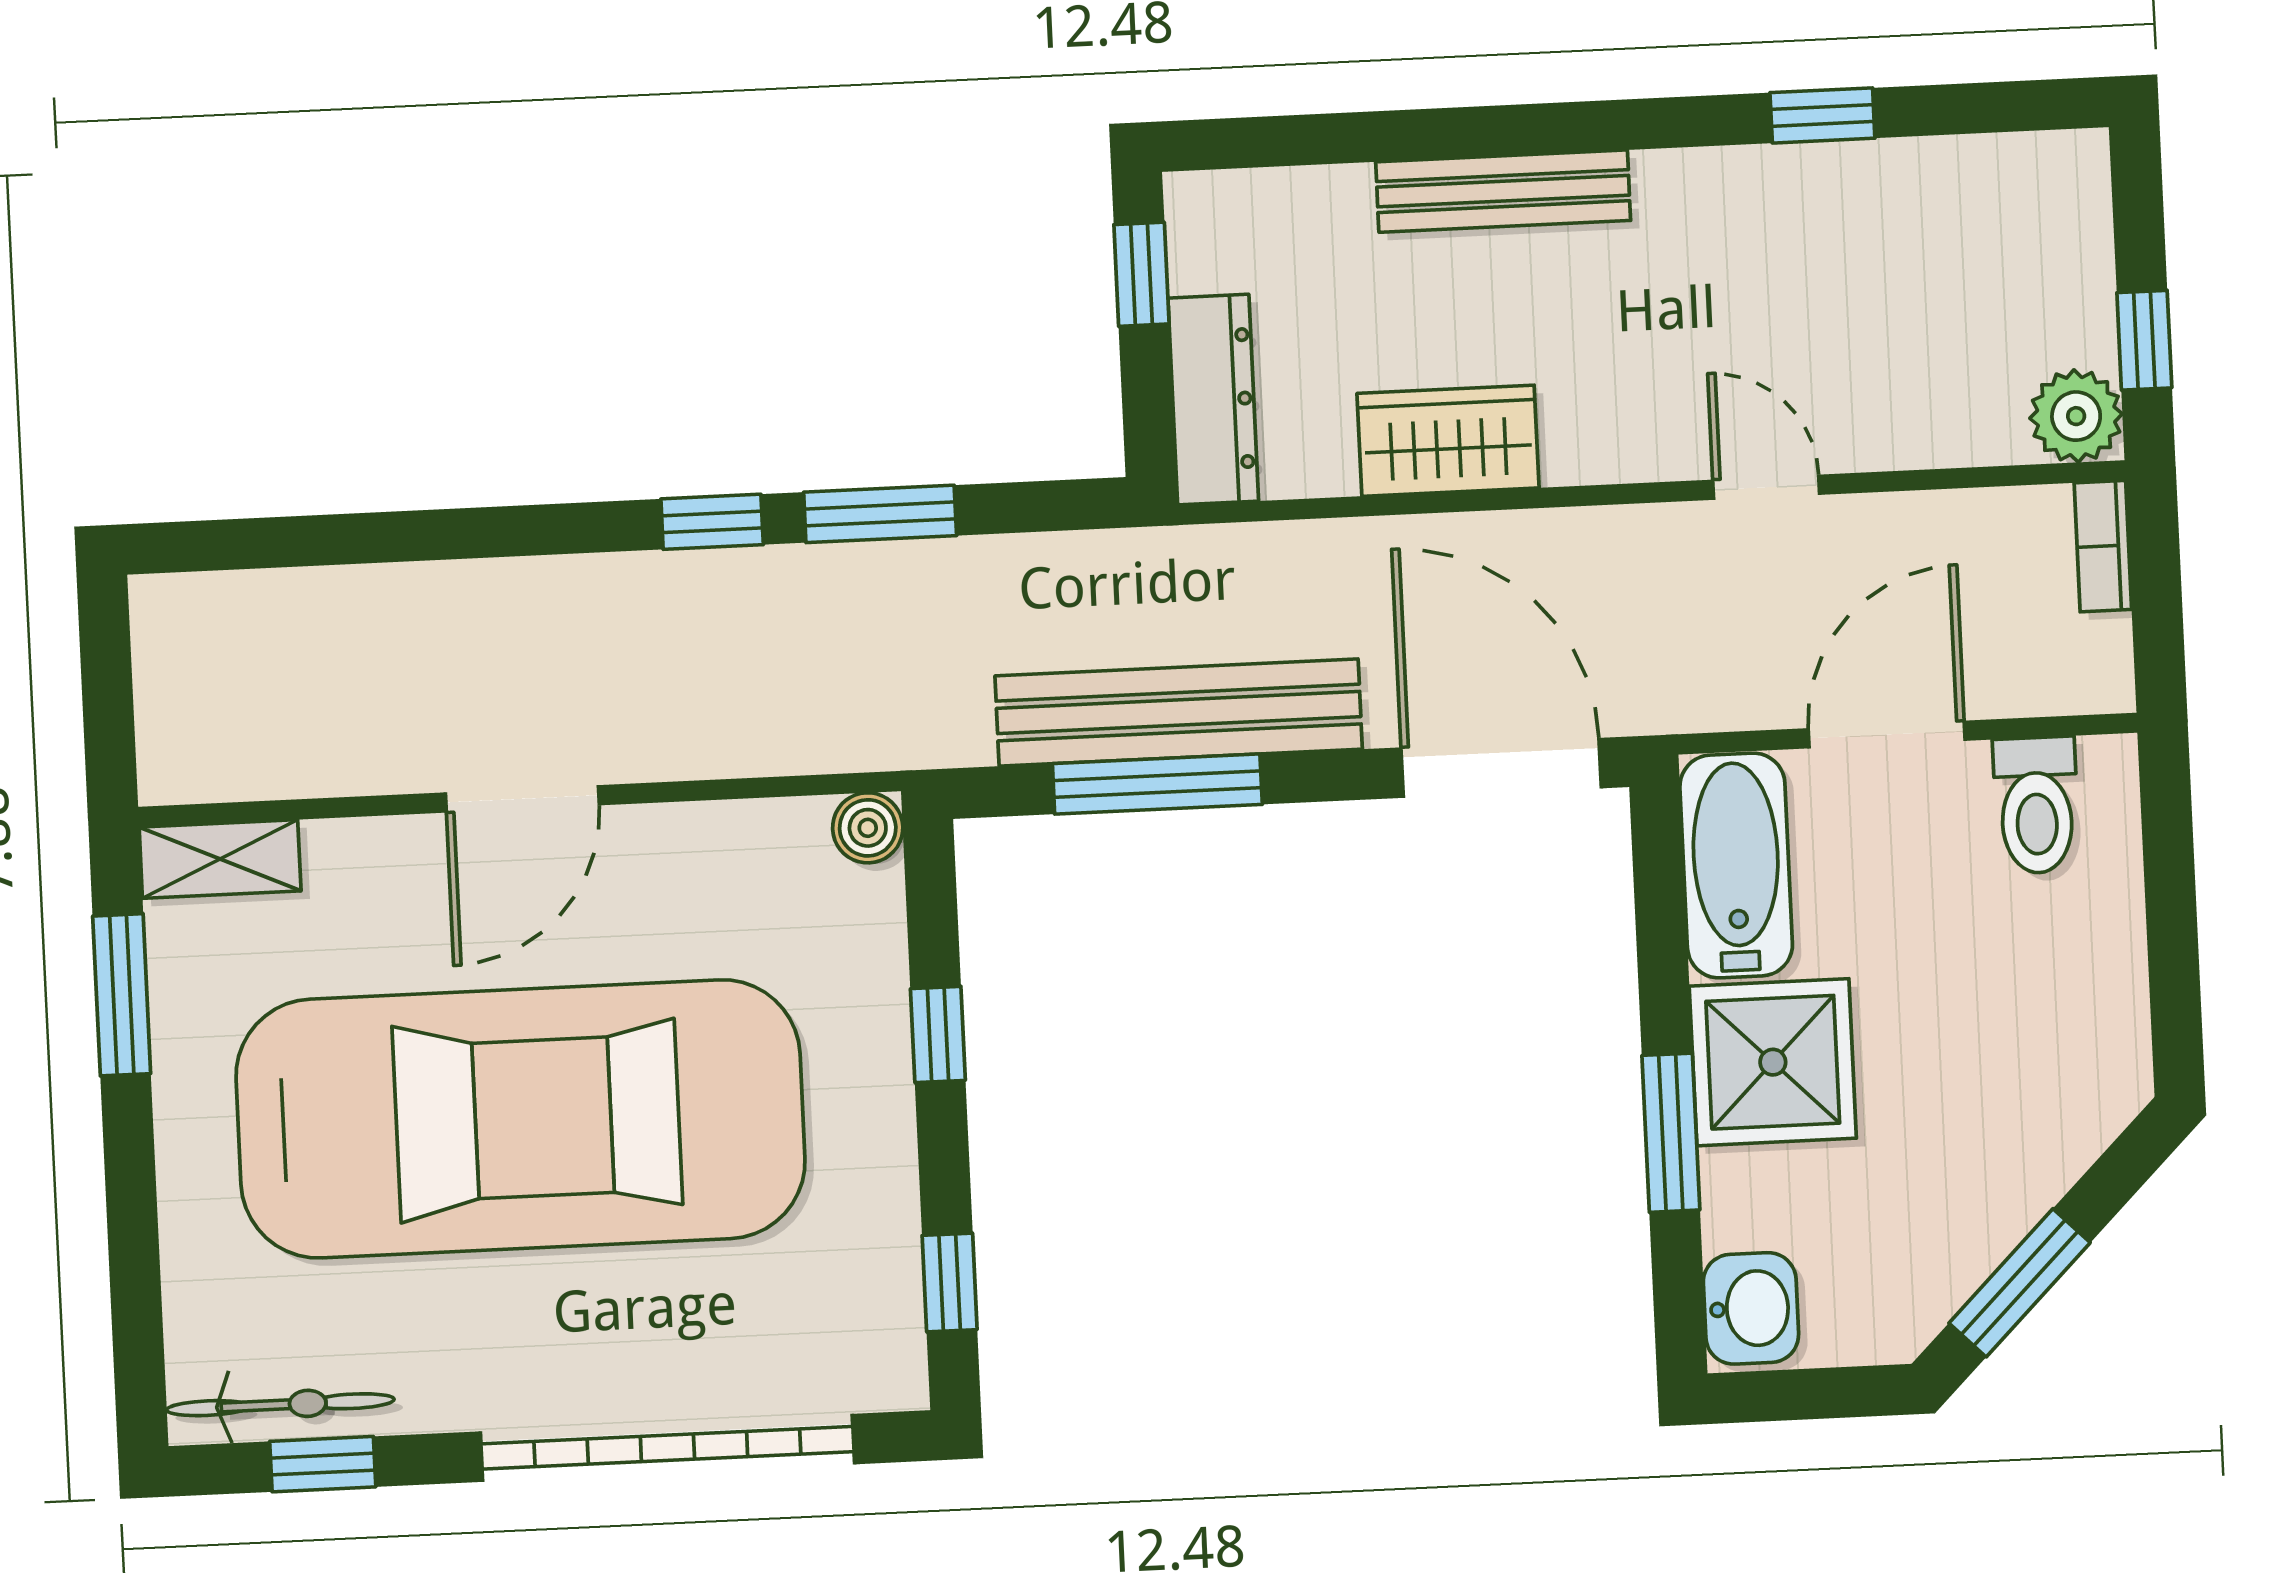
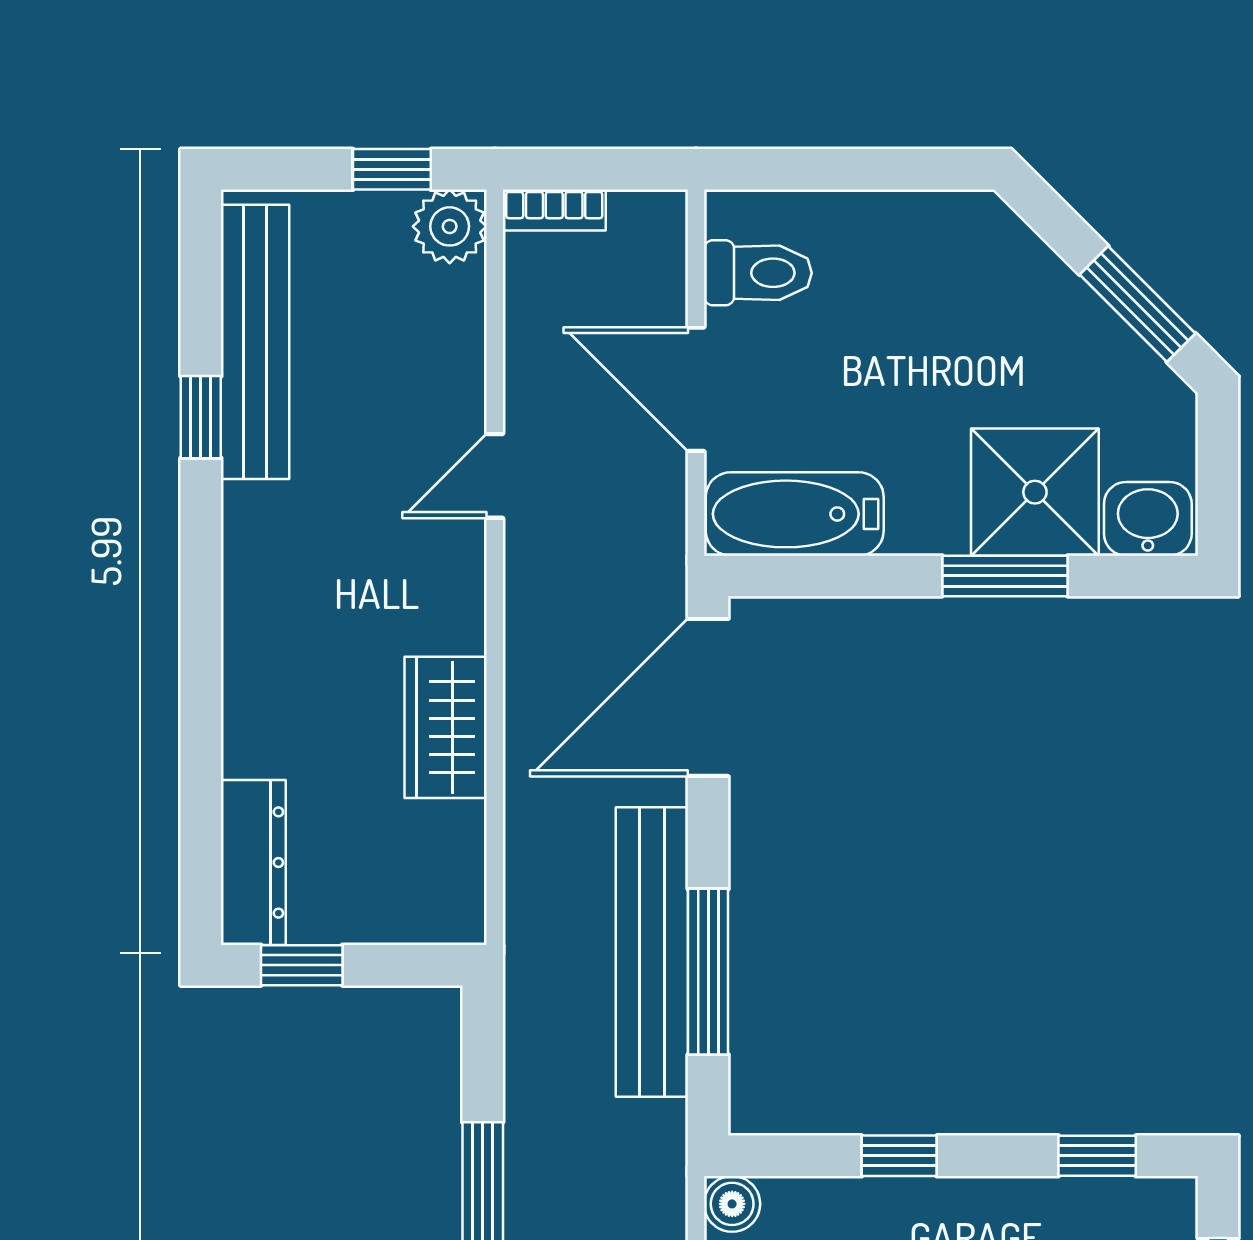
bench: (1503, 191) -> (255, 342), moved, width x1.37, depth x1.21
dresser: (1213, 400) -> (253, 863), moved, turned 90
shower: (1773, 1062) -> (1035, 492), moved

